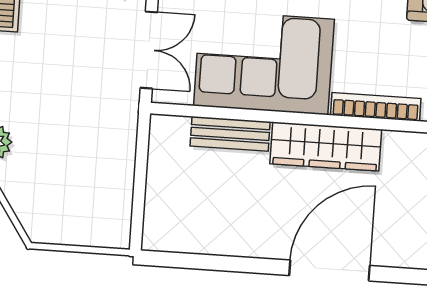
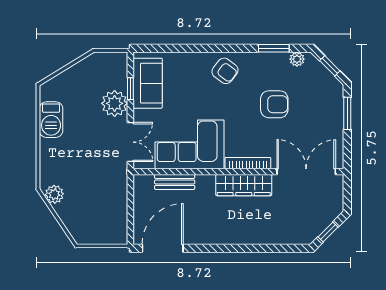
wardrobe: (326, 147) -> (244, 185), moved
door: (330, 271) -> (163, 248), moved

